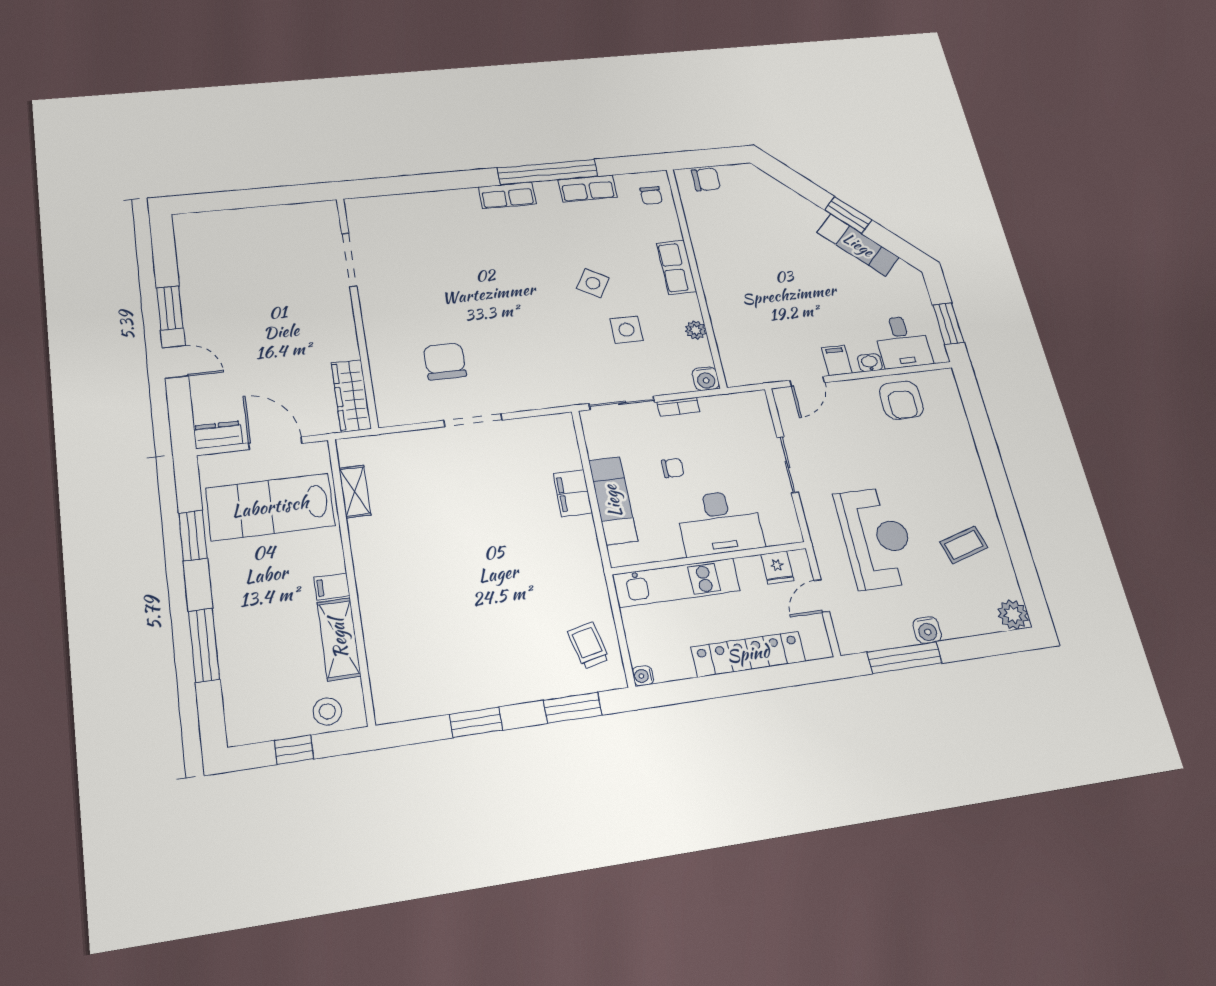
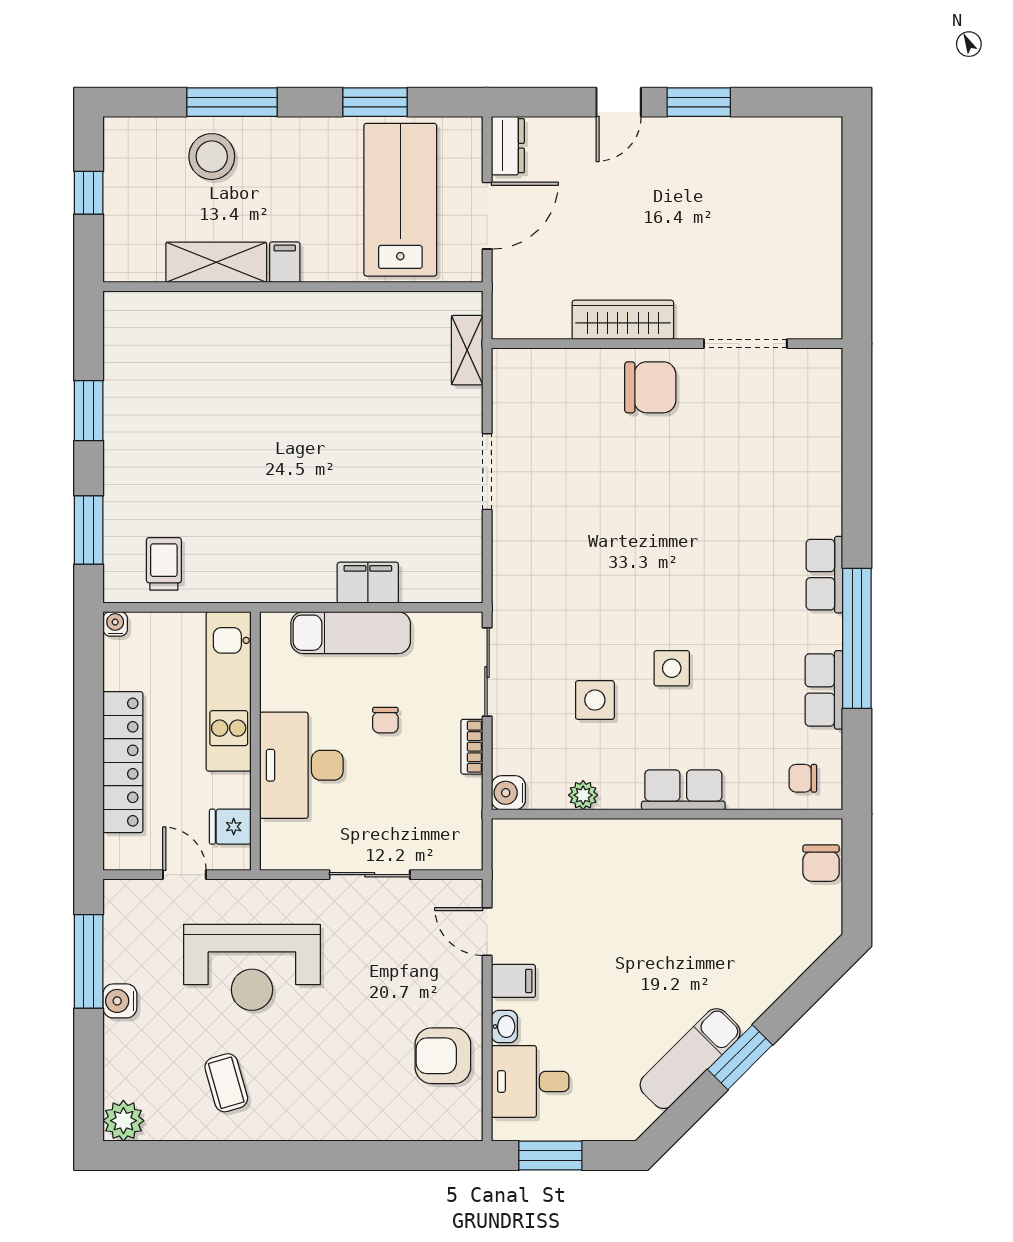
side table: (593, 283) -> (672, 668), turned -31
chair: (445, 361) -> (650, 387), moved
wardrobe: (351, 396) -> (623, 320), moved
shelving: (355, 492) -> (467, 350), moved, turned 90
trolley: (588, 645) -> (164, 564), turned -77
stool: (327, 711) -> (212, 157), moved, width x1.38, depth x1.38

